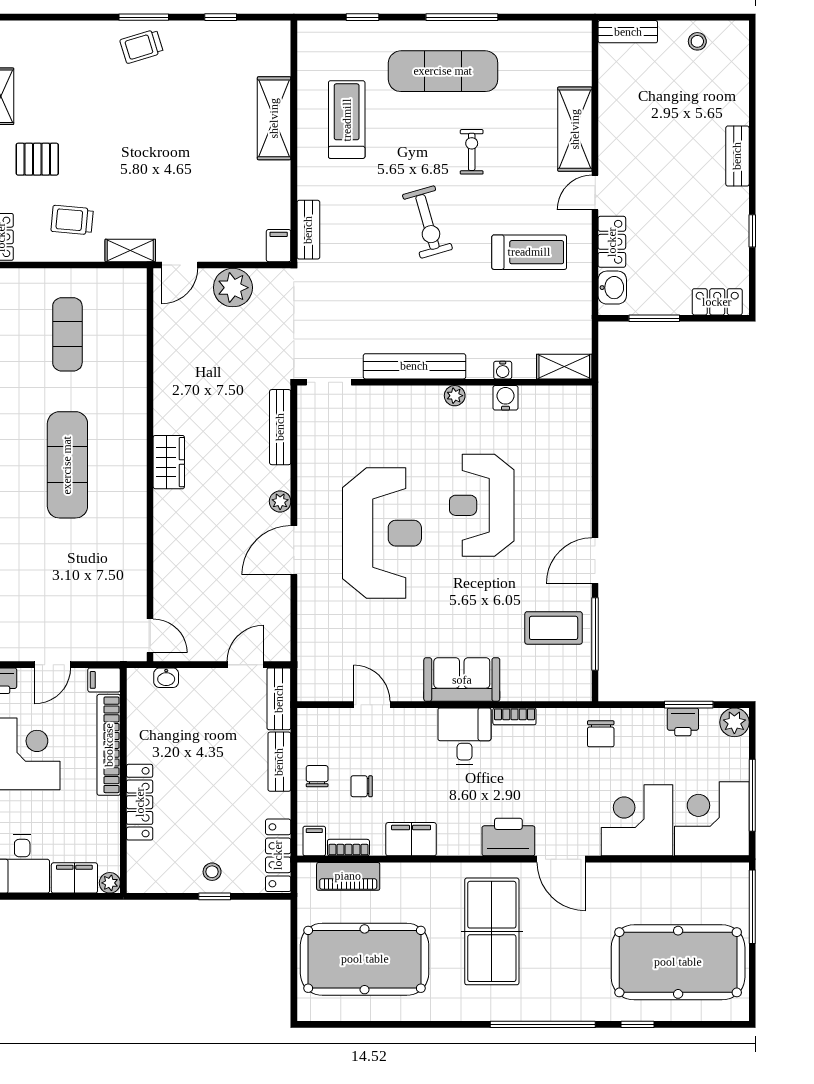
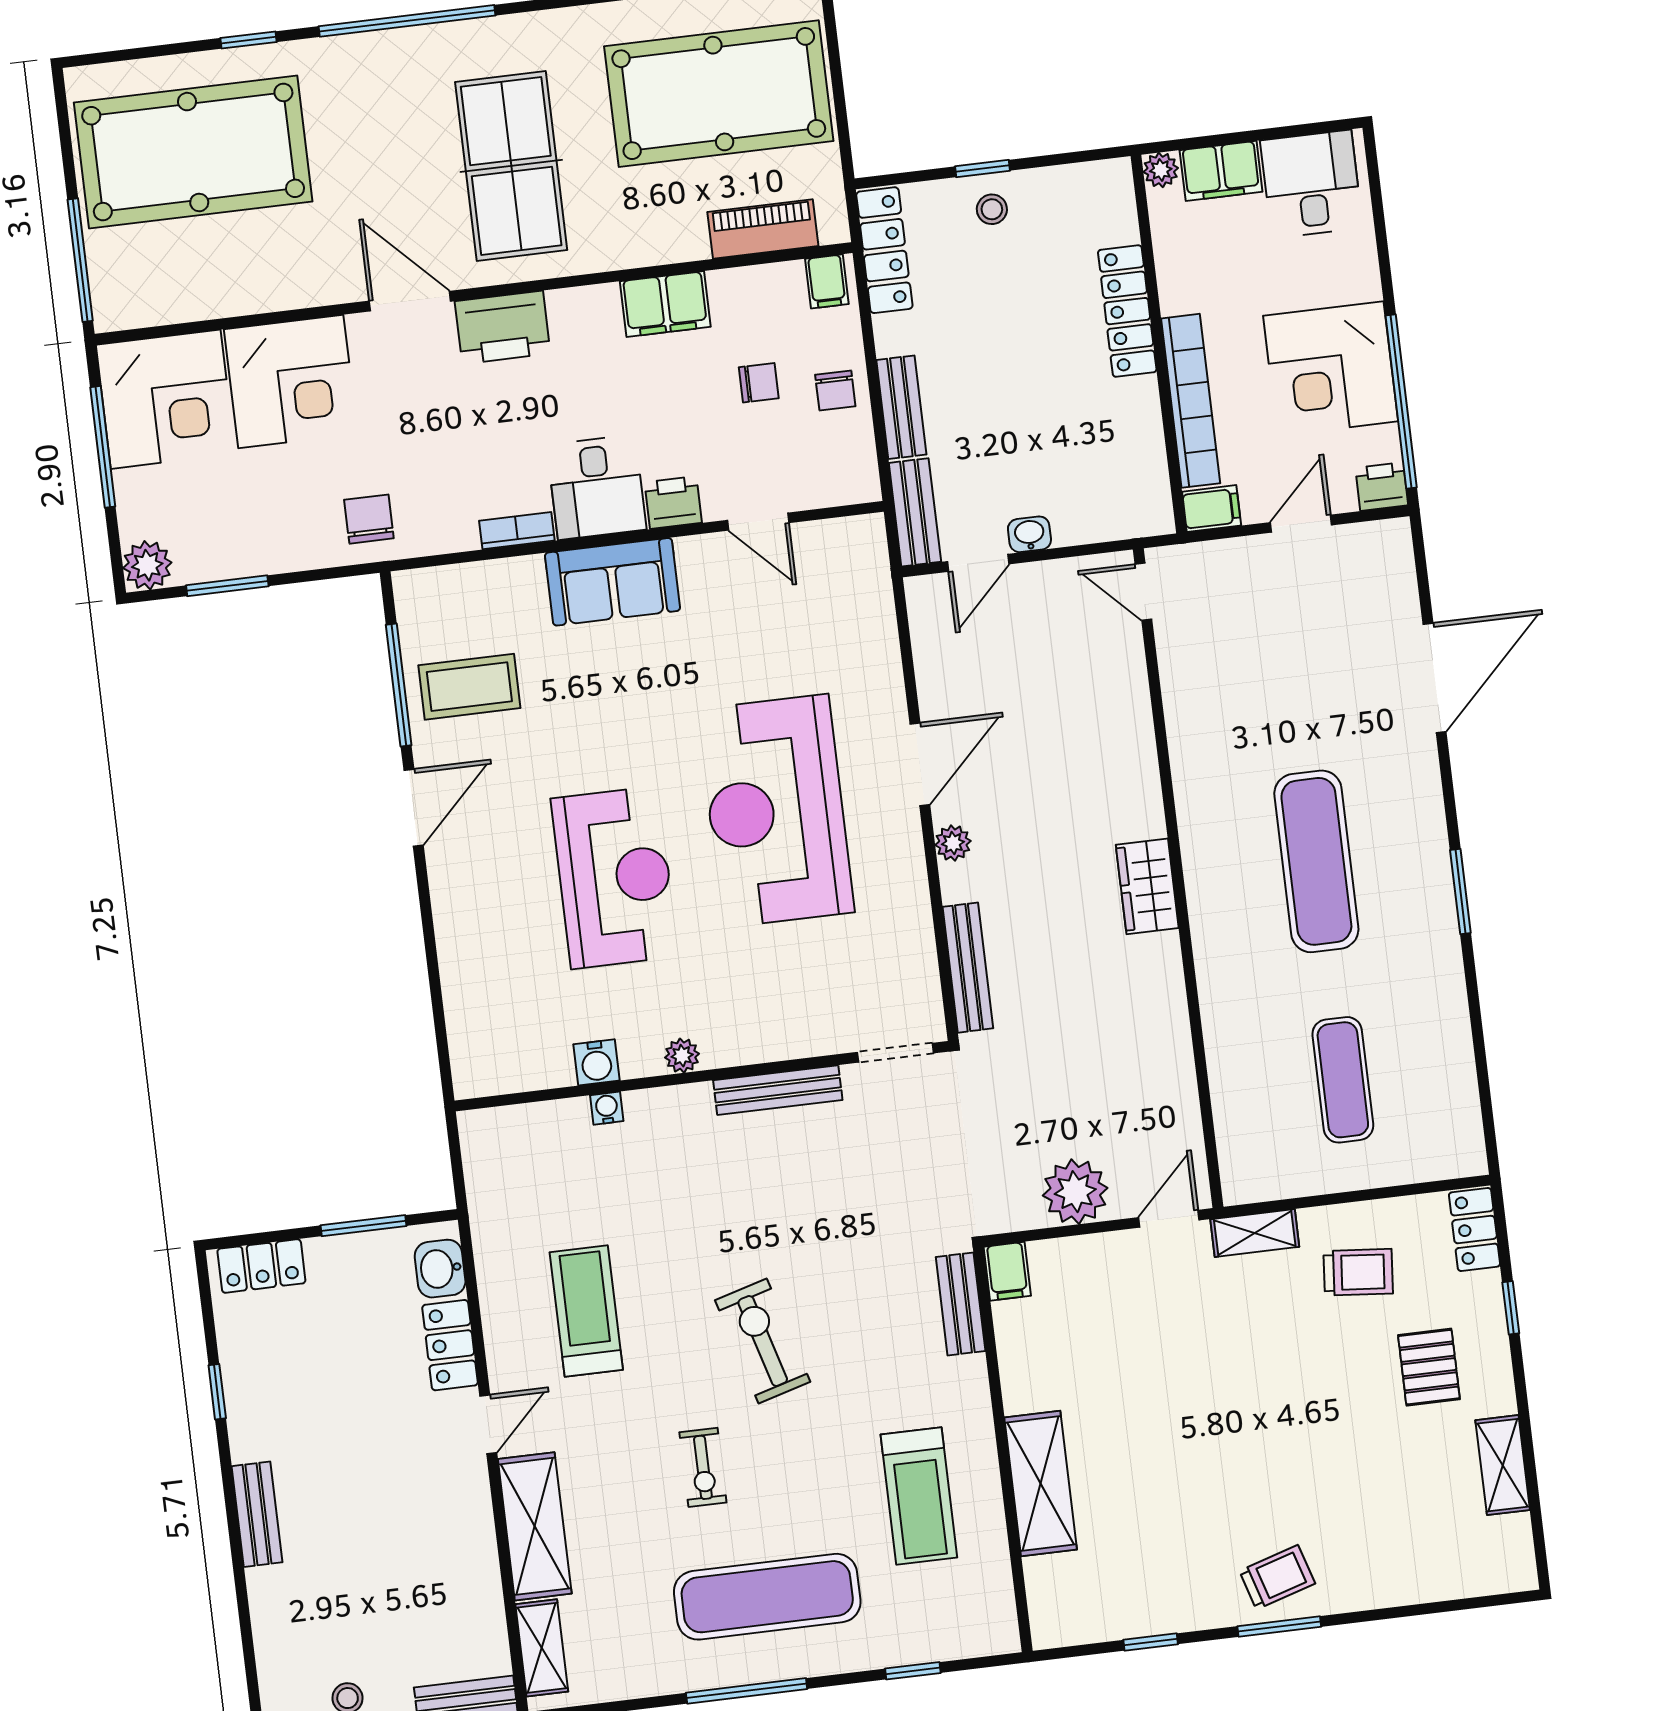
pallet: (37, 159) -> (1429, 1367), turned 90
treadmill: (529, 252) -> (586, 1311), turned 90
bench: (414, 366) -> (778, 1090), width x0.73, depth x0.82
shelving: (564, 367) -> (542, 1648), moved, turned 90
washbasin: (166, 678) -> (1029, 534), moved
printer: (683, 722) -> (673, 502), moved
bookcase: (348, 848) -> (768, 277), removed

